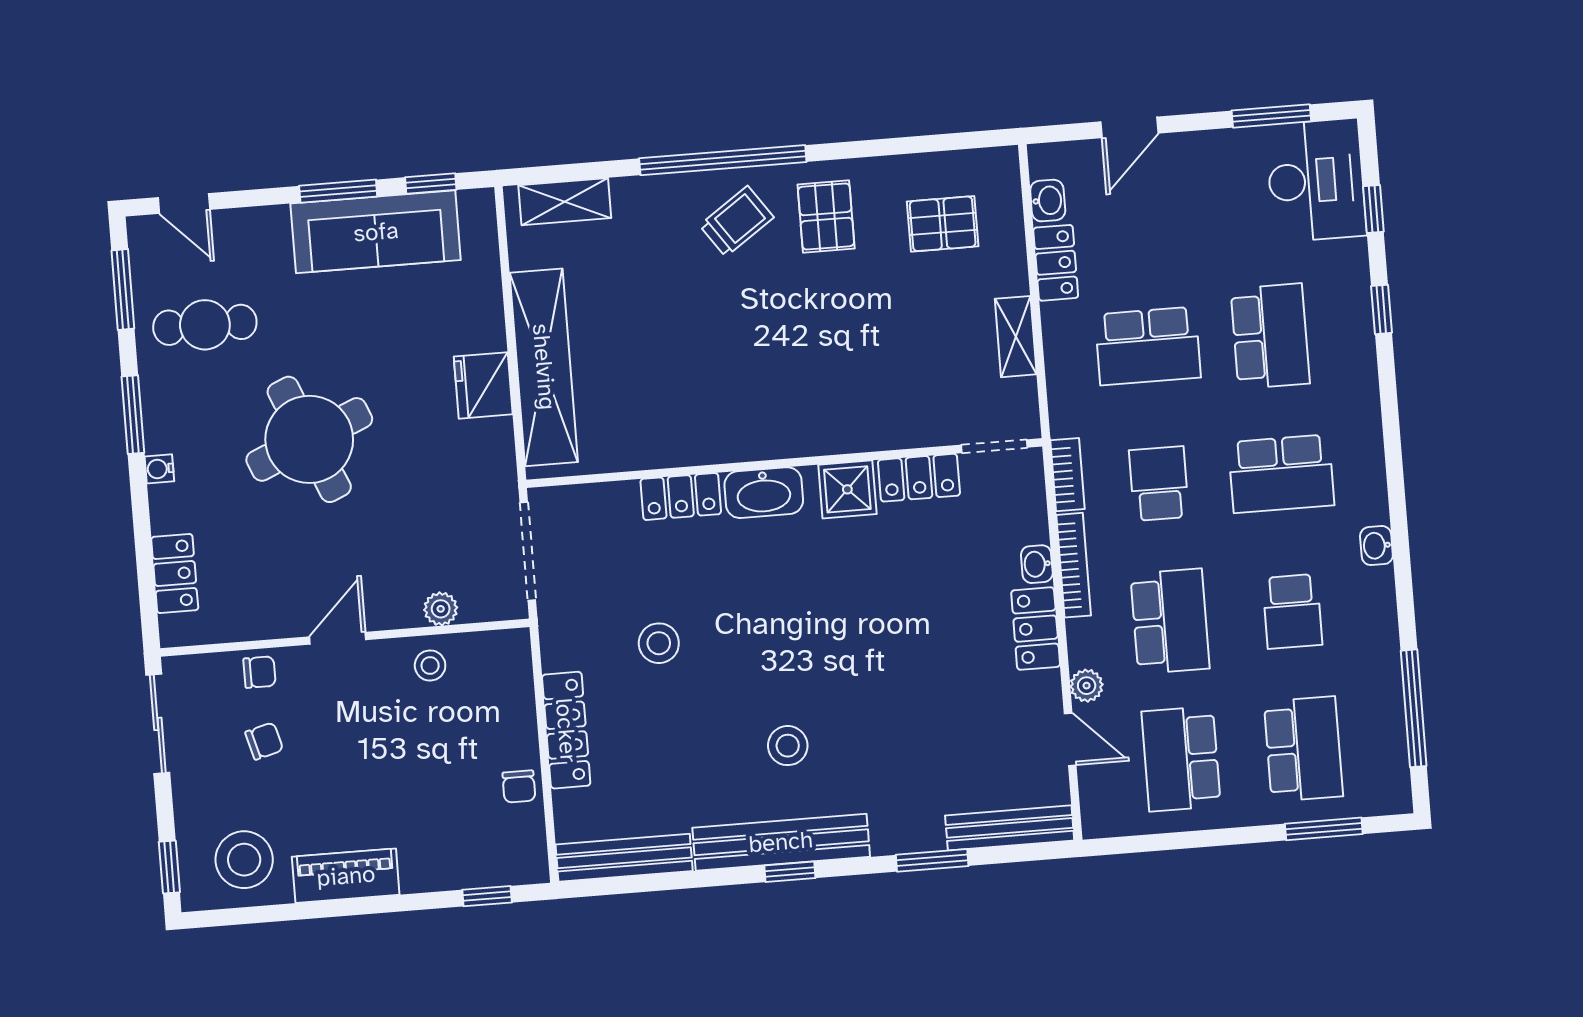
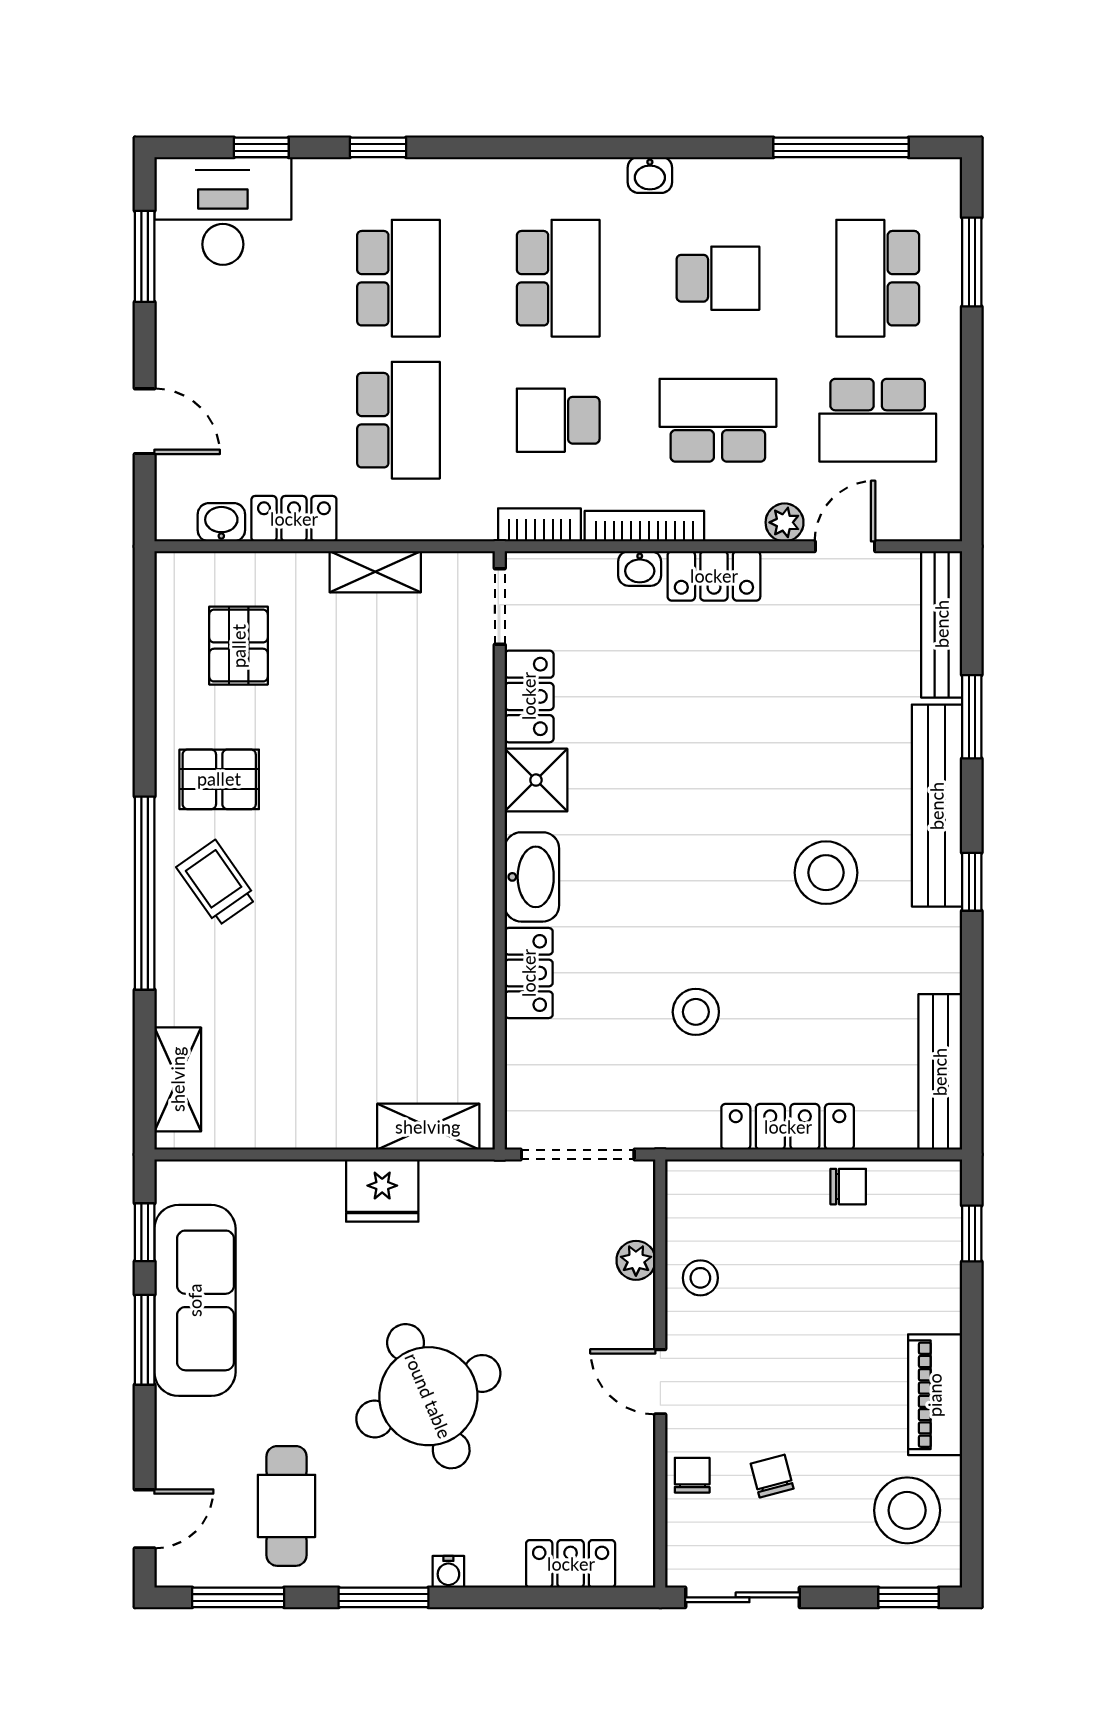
school desk: (1270, 336) -> (398, 278), turned 90
shelving: (544, 367) -> (428, 1127), width x0.45, depth x0.75
stool: (788, 746) -> (826, 873), width x1.38, depth x1.38
school desk: (1303, 749) -> (878, 278), turned -90
bench: (781, 842) -> (937, 806), moved

